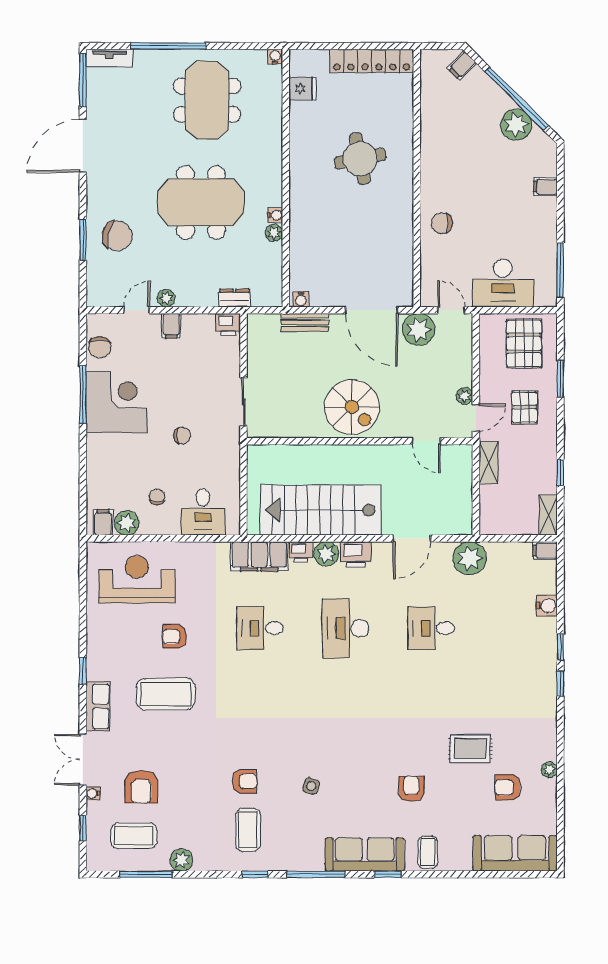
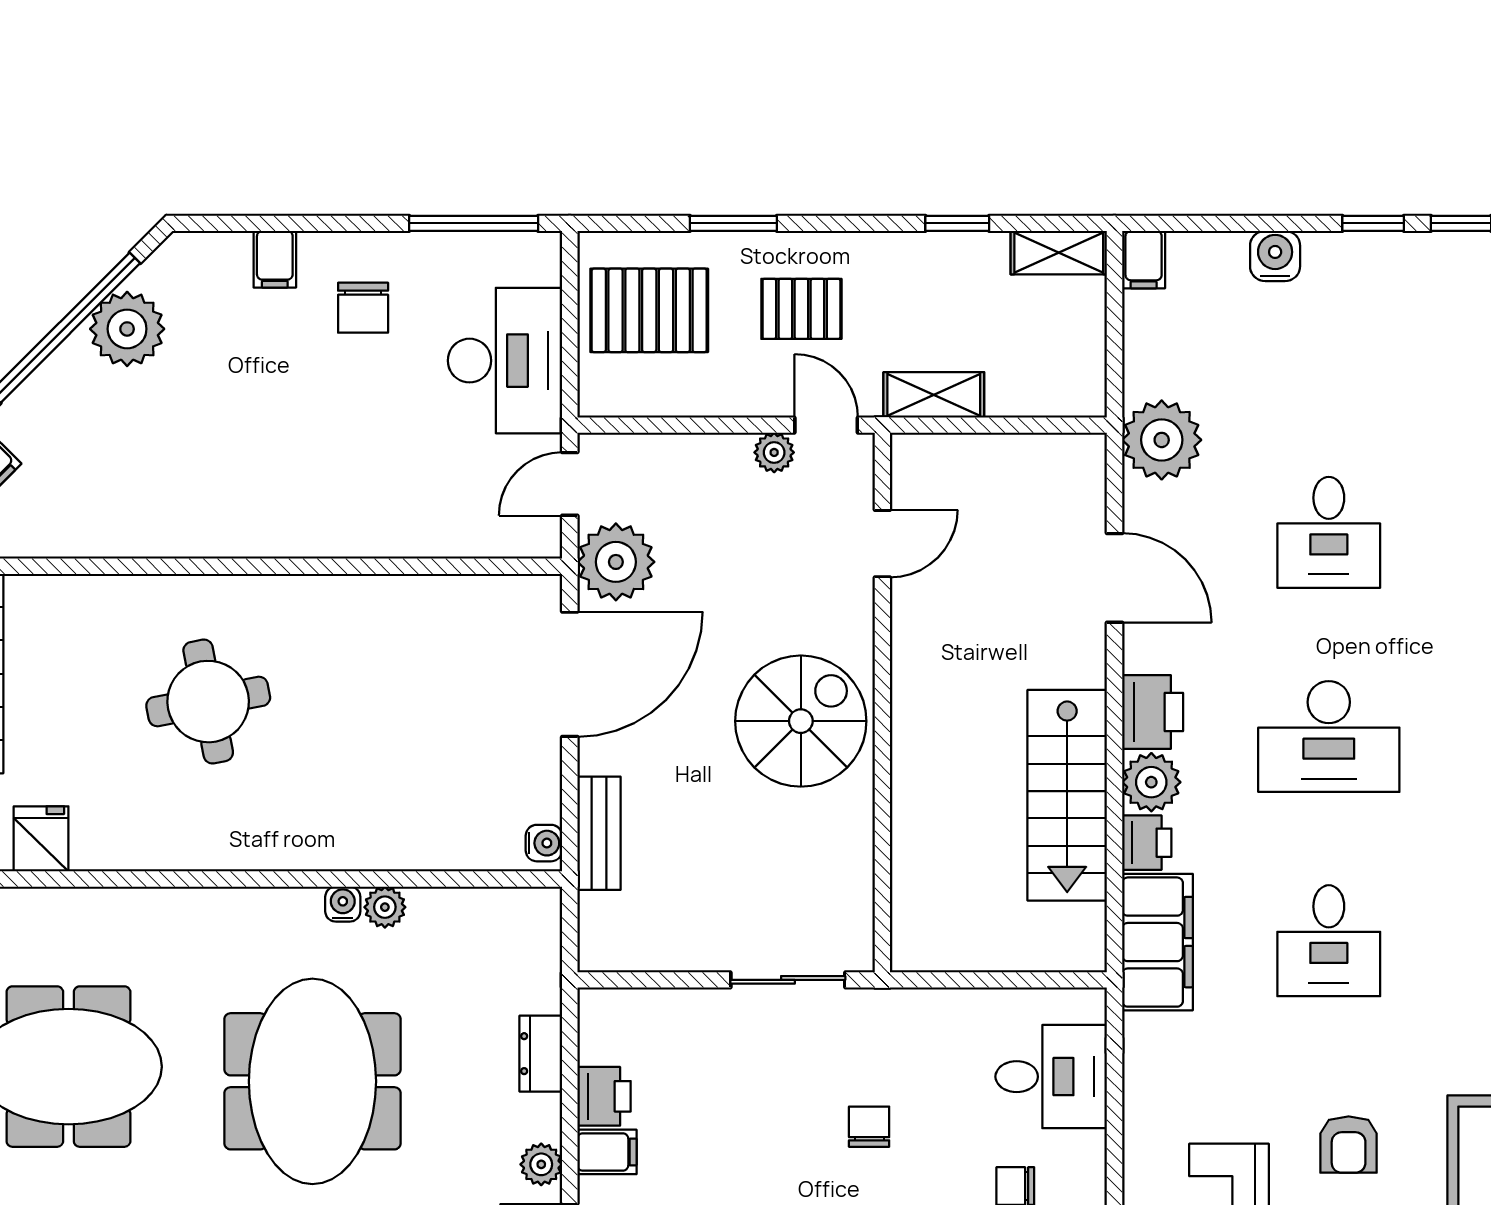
chair: (442, 223) -> (363, 308), moved
dresser: (234, 298) -> (541, 1054), moved
printer: (228, 325) -> (604, 1096), moved
stairs: (321, 510) -> (1067, 795), width x0.73, depth x0.66

